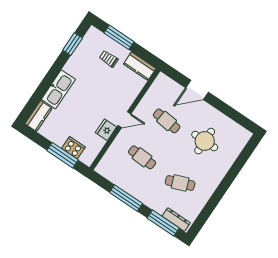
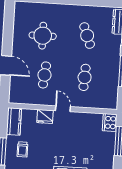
fridge: (106, 130) -> (45, 116), moved
cooker: (73, 148) -> (110, 122), moved

